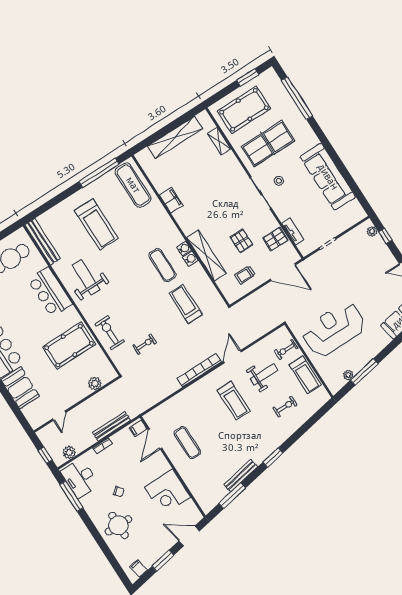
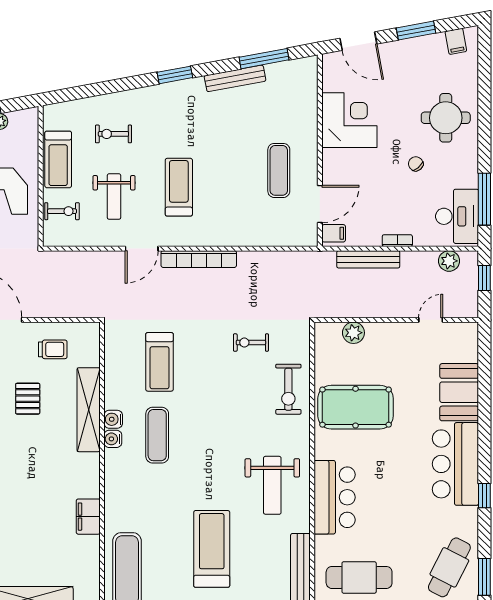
weight bench: (264, 374) -> (114, 197), turned -90
treadmill: (305, 375) -> (58, 159), turned 180

